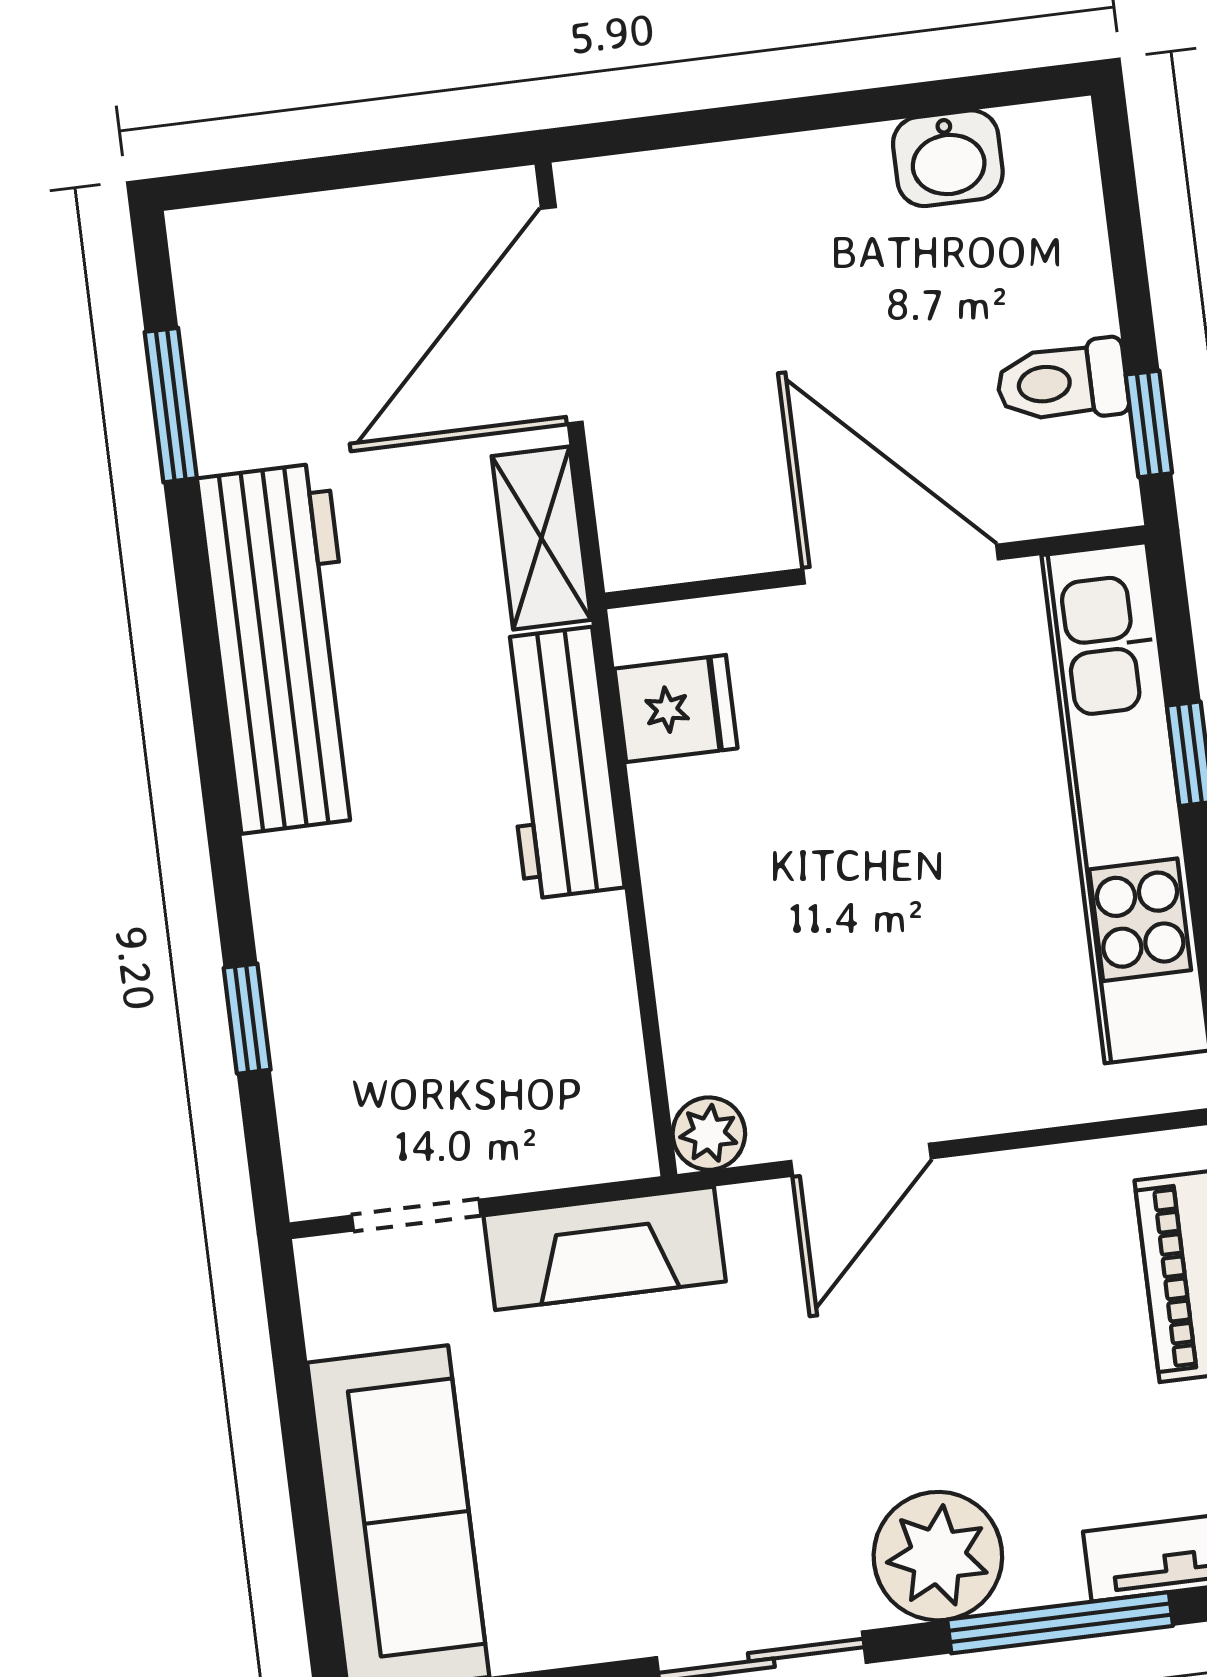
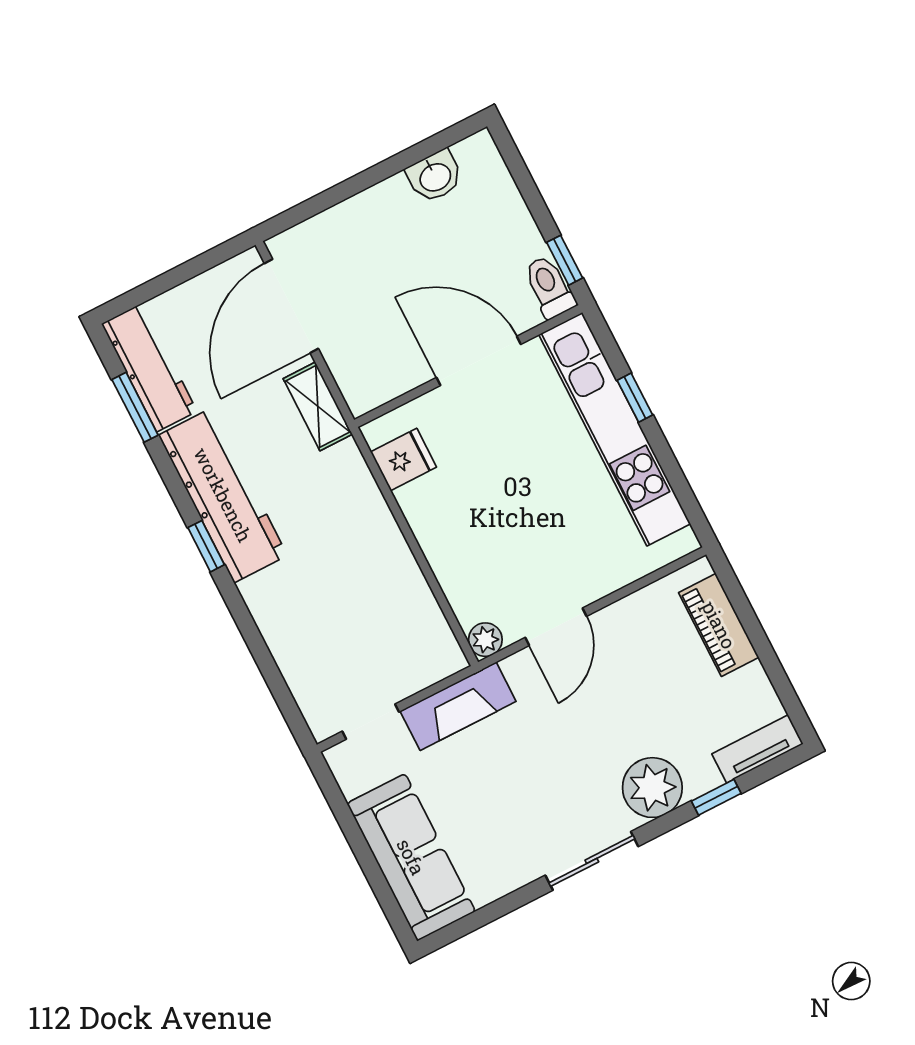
toilet: (1062, 382) -> (549, 287), moved, turned 90
workbench: (559, 763) -> (149, 368), moved, turned 180
window: (247, 1019) -> (206, 546), moved
window: (1060, 1623) -> (716, 797), width x0.46

